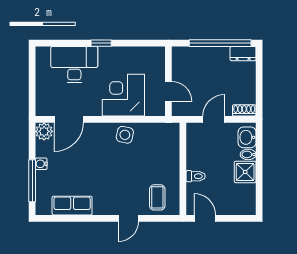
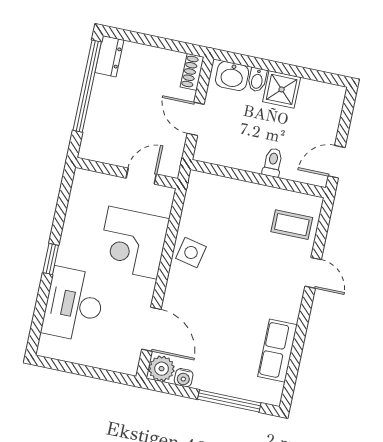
water cooler: (41, 164) -> (184, 378), moved

